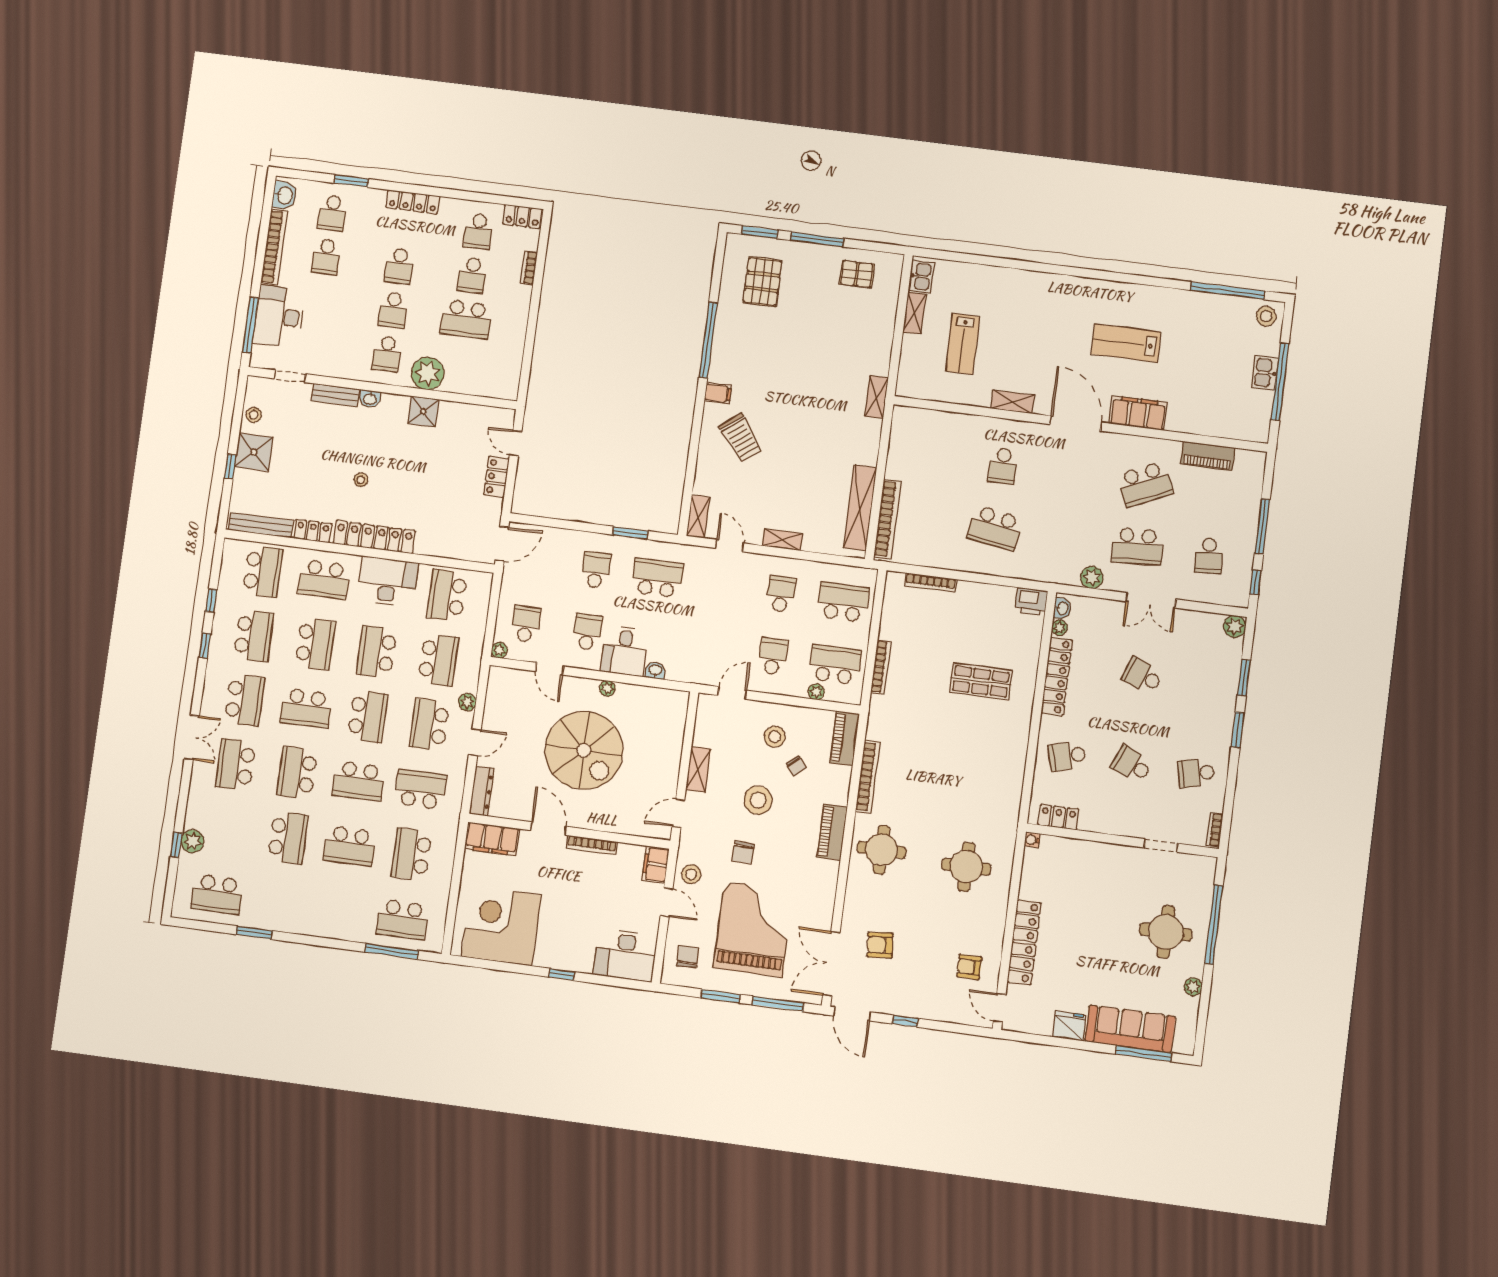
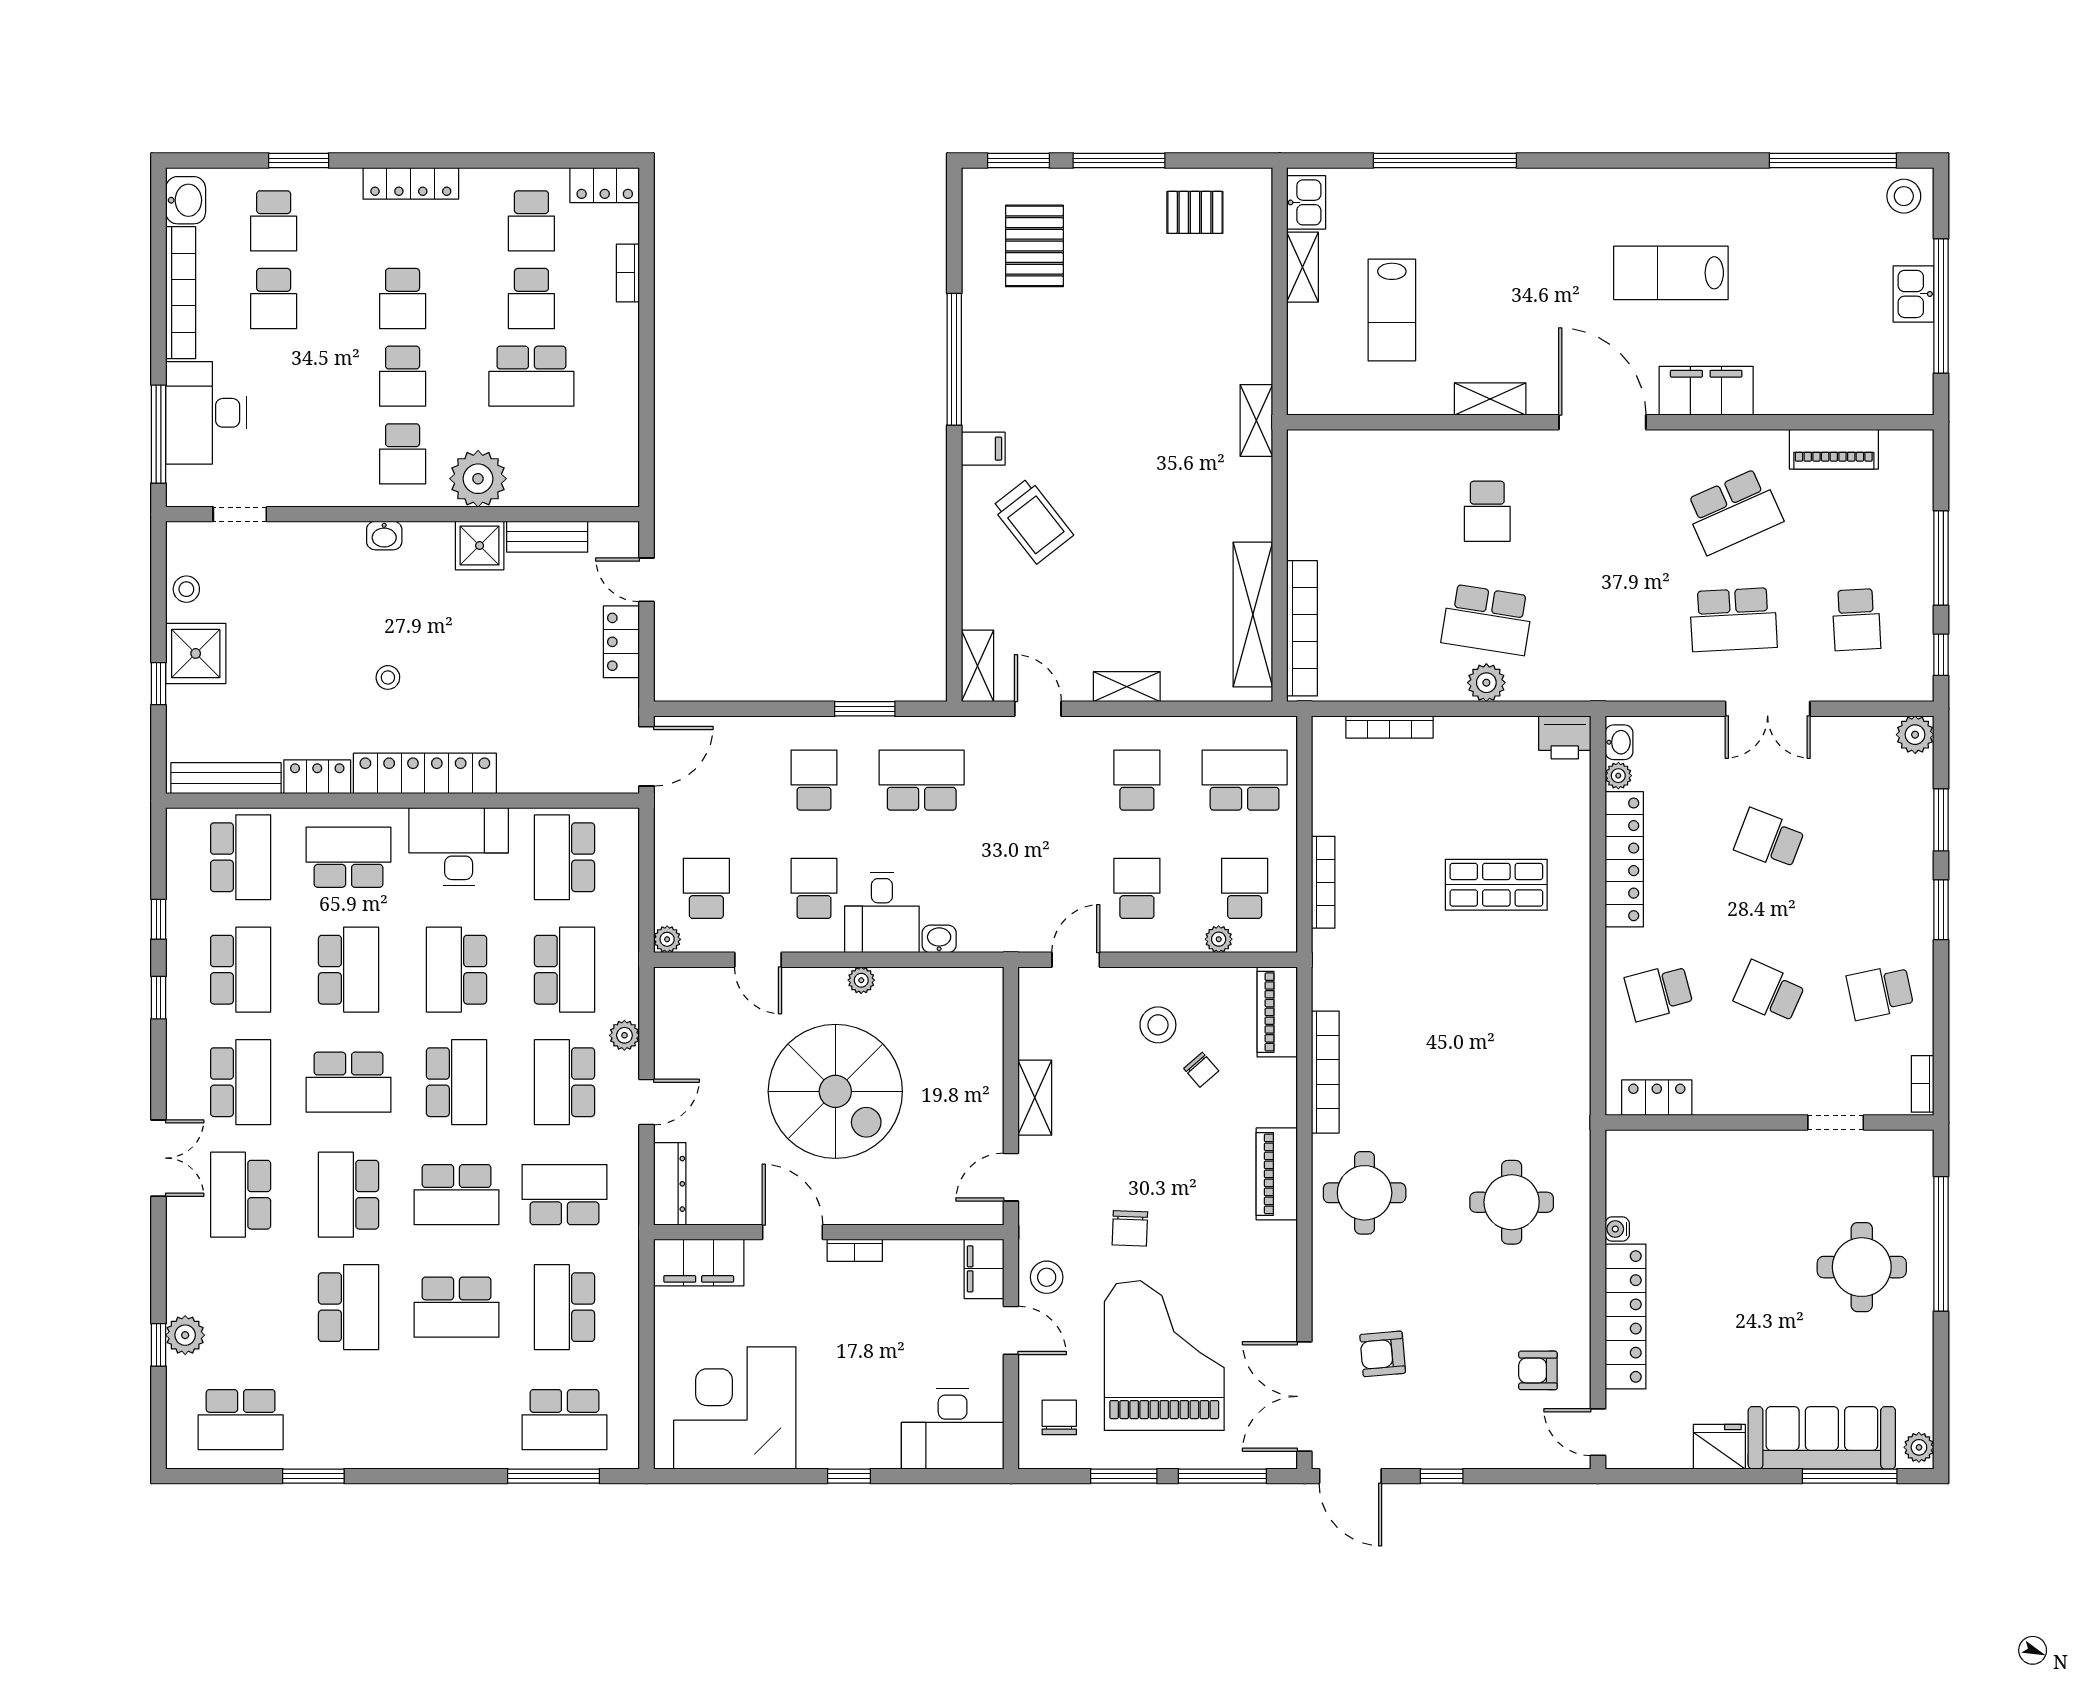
window: (1004, 263) -> (1445, 160), added
bench: (335, 395) -> (547, 537), moved
plant: (1092, 577) -> (1486, 683), moved
school desk: (324, 579) -> (349, 857), turned 180
school desk: (835, 664) -> (1245, 888), width x0.54
stool: (758, 800) -> (1144, 1136), removed
water cooler: (1032, 840) -> (1617, 1229), moved
bookcase: (592, 845) -> (855, 1250), width x0.64
plant: (1193, 987) -> (1919, 1447), moved

